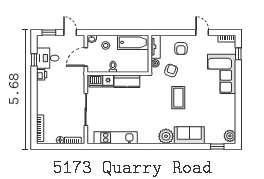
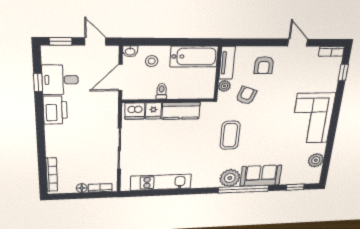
corner sofa: (222, 74) -> (312, 118), moved
printer: (42, 75) -> (55, 110), width x1.87, depth x1.48
coffee table: (178, 98) -> (230, 135), moved
plant: (230, 136) -> (316, 160), moved
window: (177, 146) -> (244, 189), added

